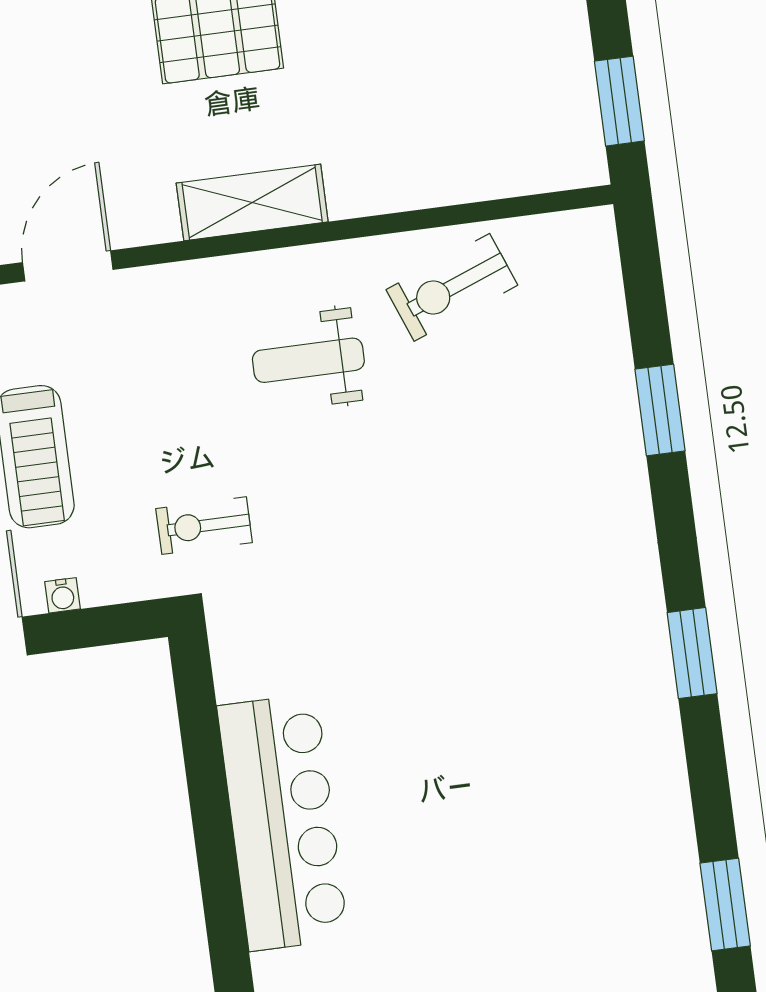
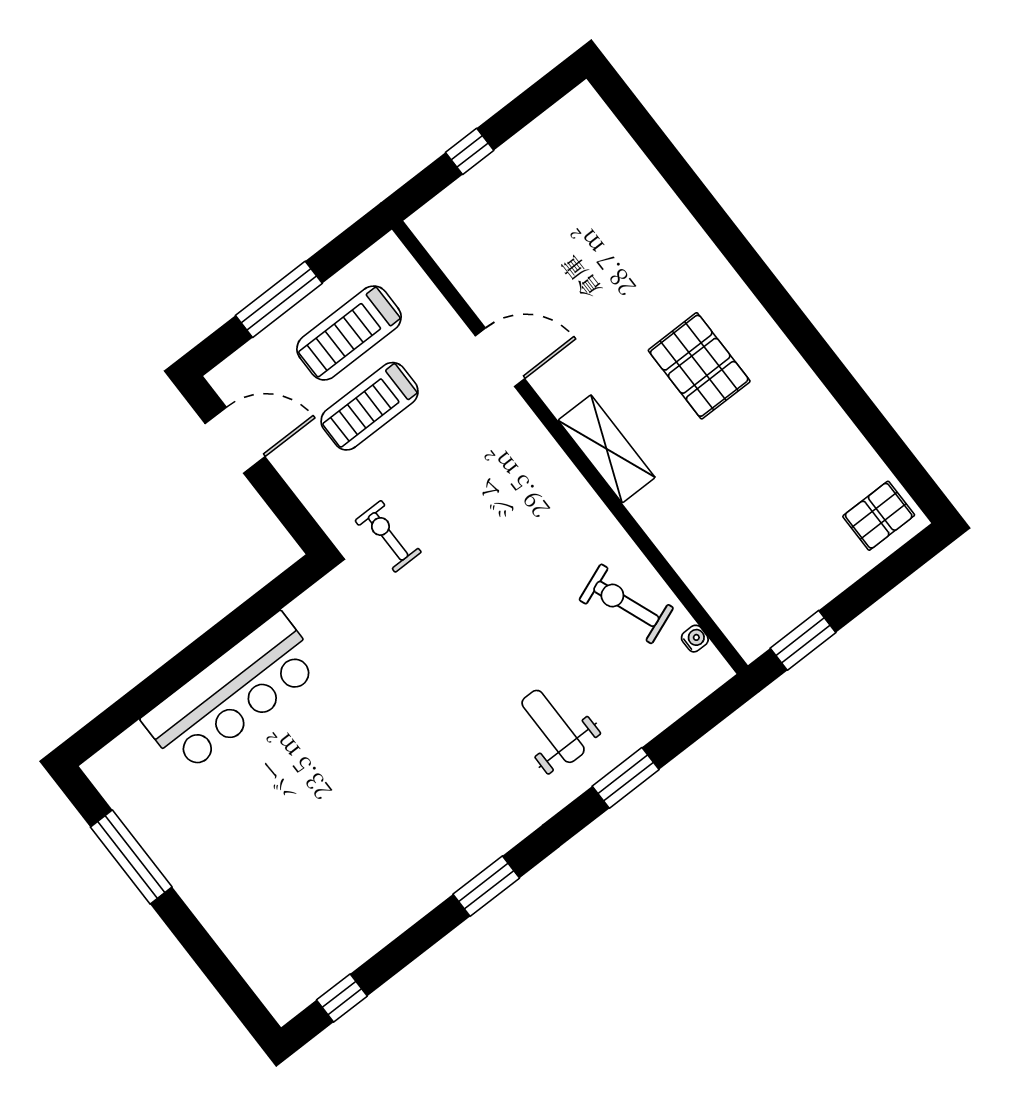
weight bench: (308, 360) -> (553, 726), moved
water cooler: (63, 595) -> (695, 639), moved, turned 180
window: (725, 905) -> (342, 998), width x0.67

